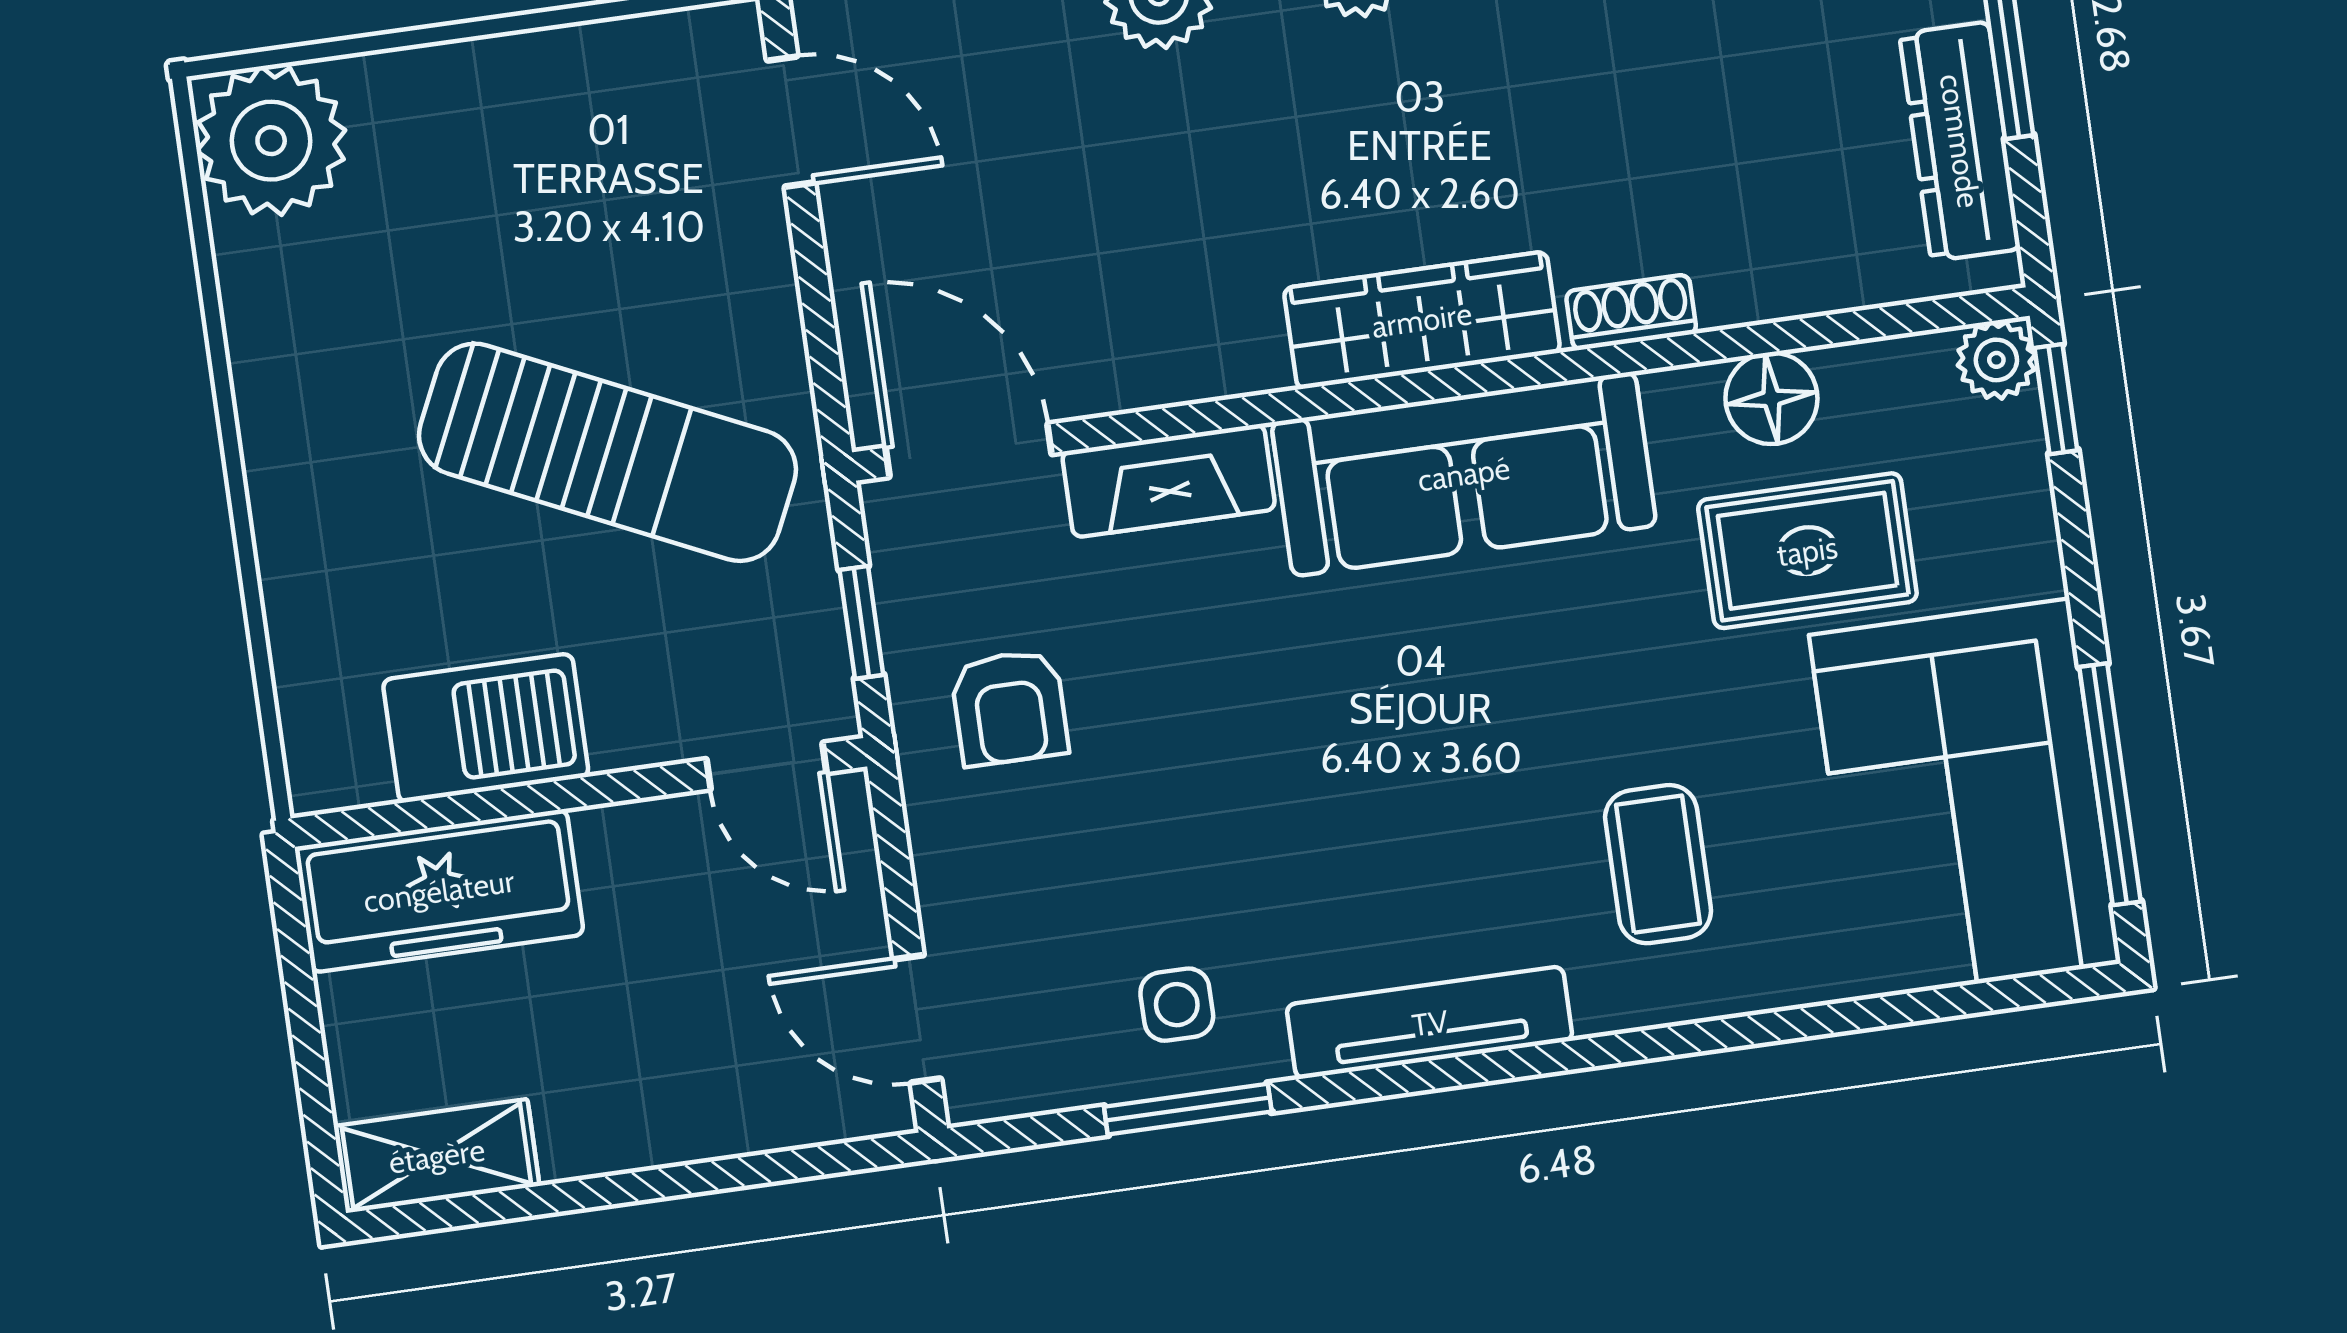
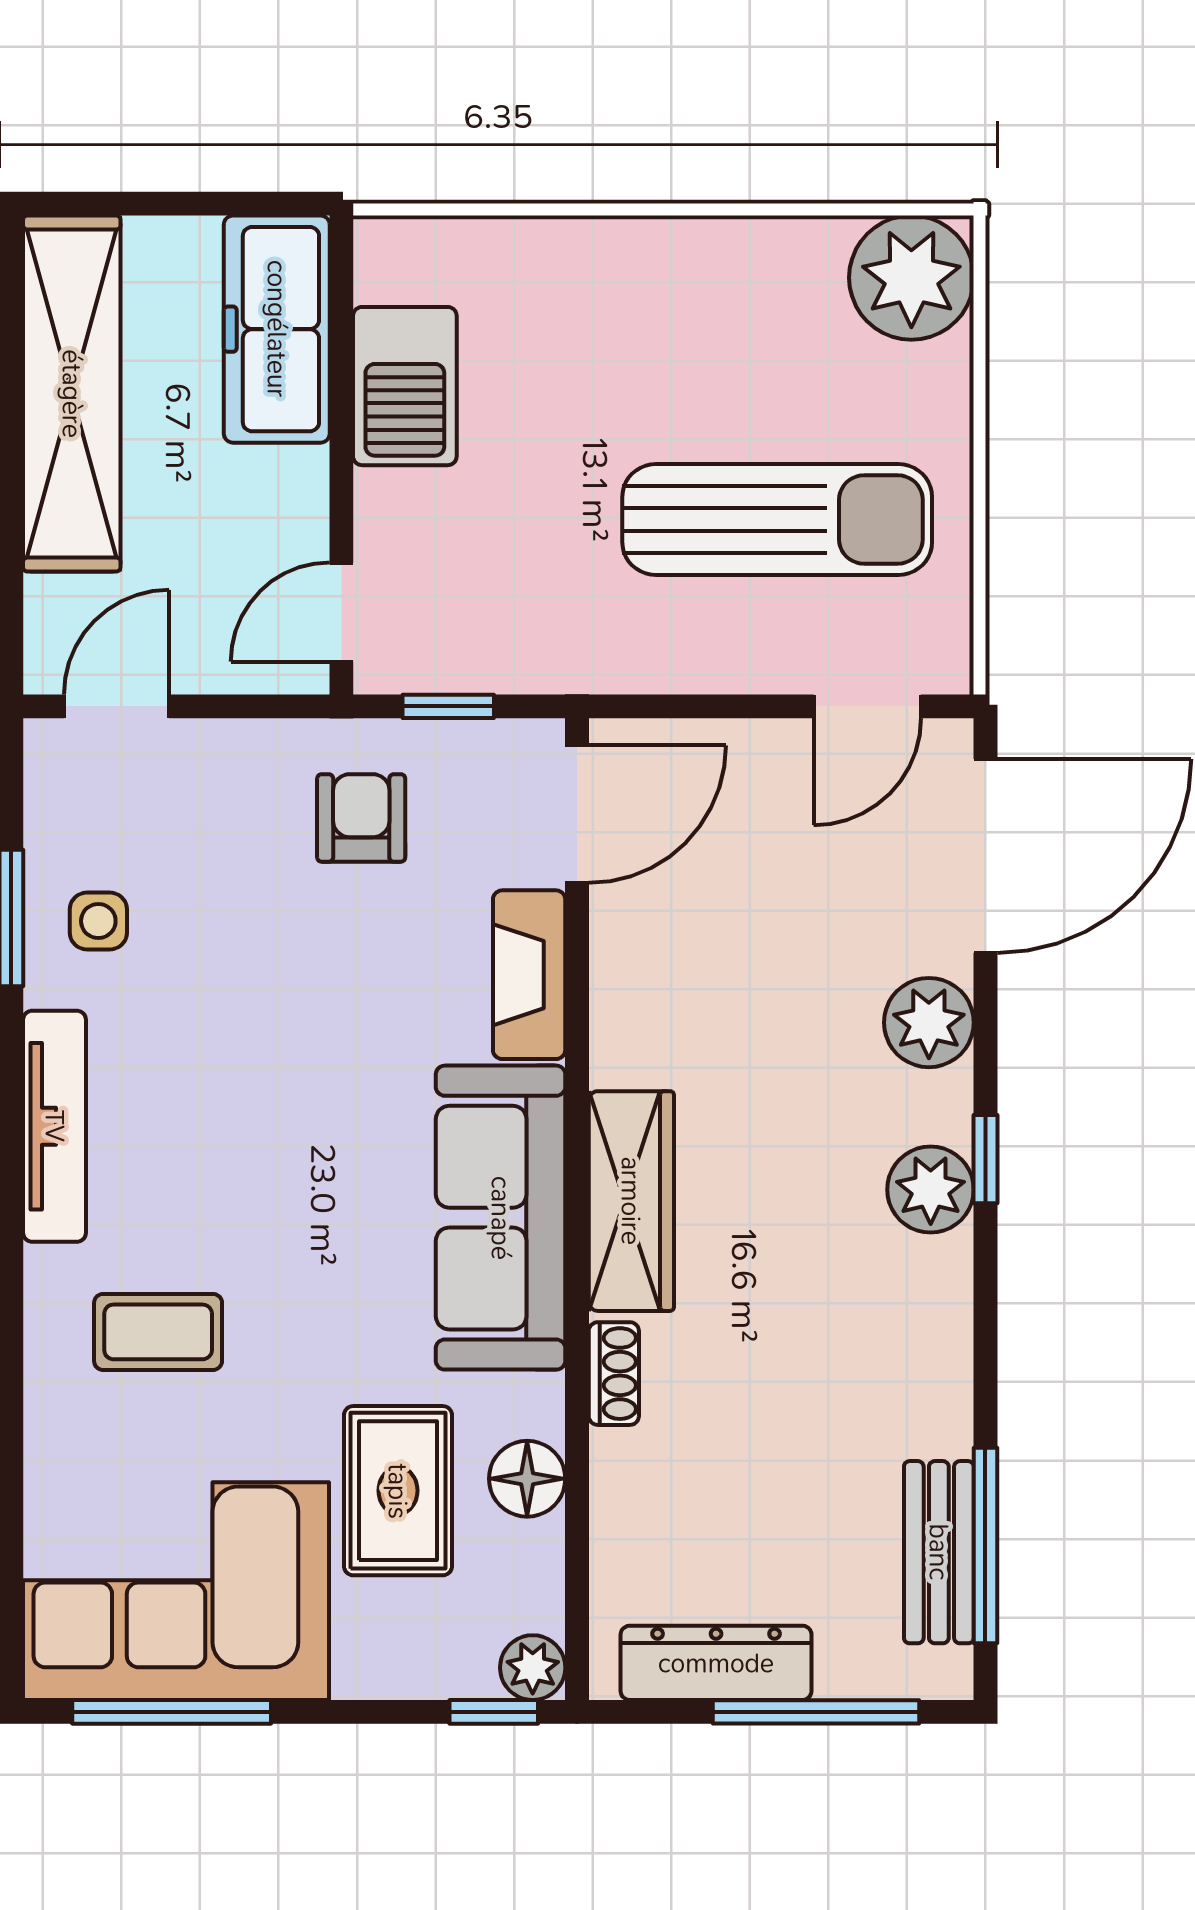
sun lounger: (607, 452) -> (777, 520), moved, turned -115
armchair: (1009, 708) -> (361, 818), turned 90
shelving: (437, 1156) -> (72, 394), width x2.20, depth x1.33

